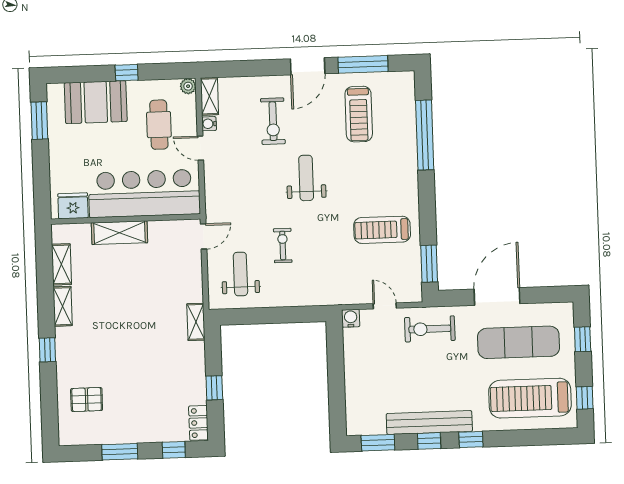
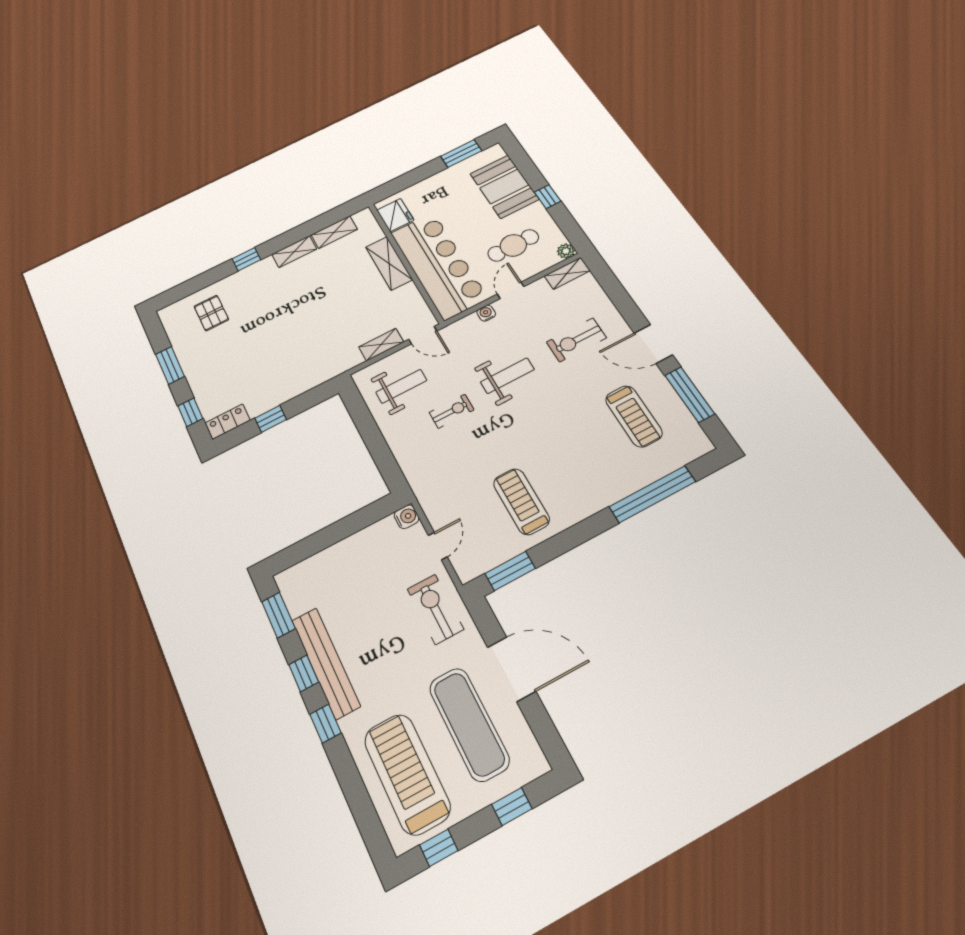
treadmill: (359, 114) -> (634, 416), turned -90
water cooler: (209, 124) -> (486, 313), moved
weight bench: (306, 178) -> (507, 376), moved
shelving: (196, 322) -> (381, 345), moved

